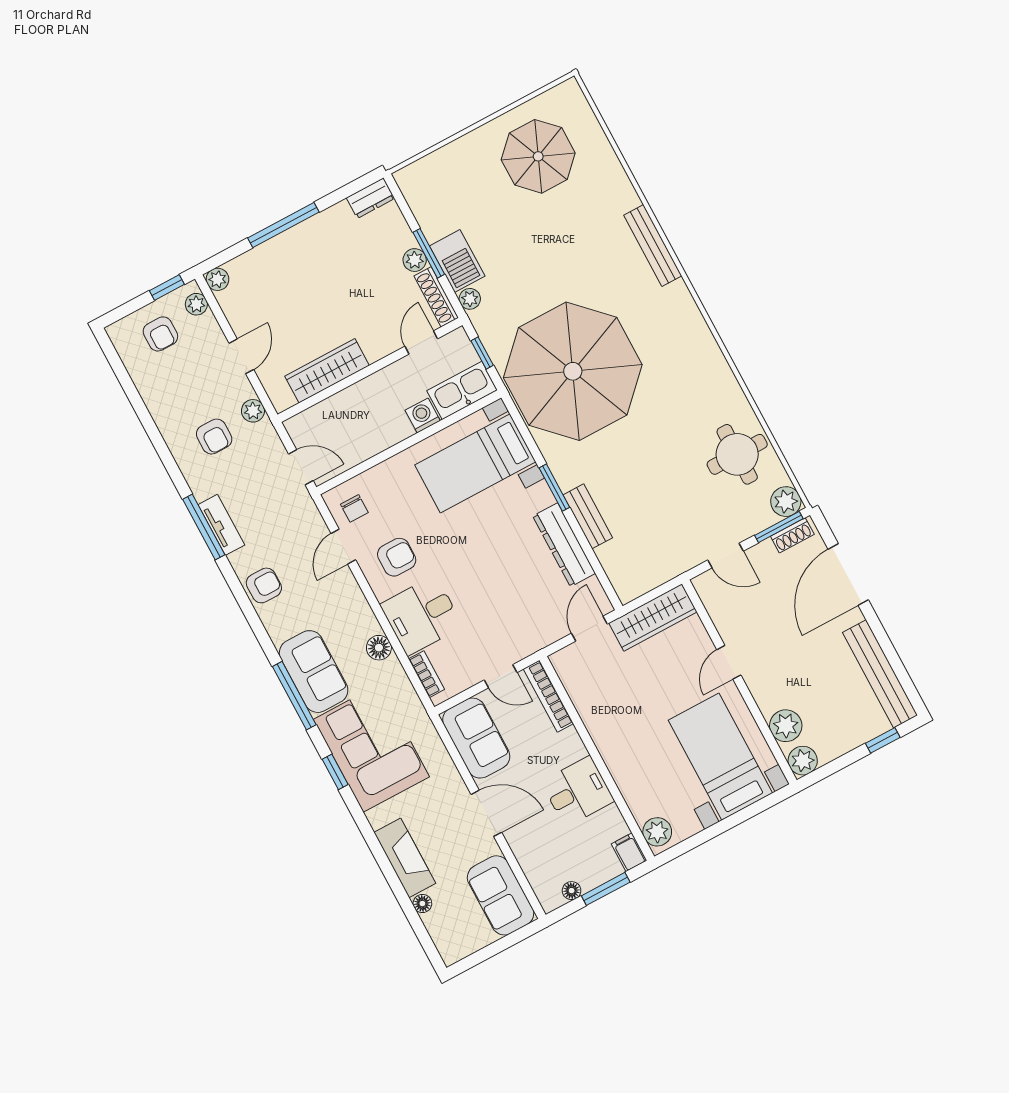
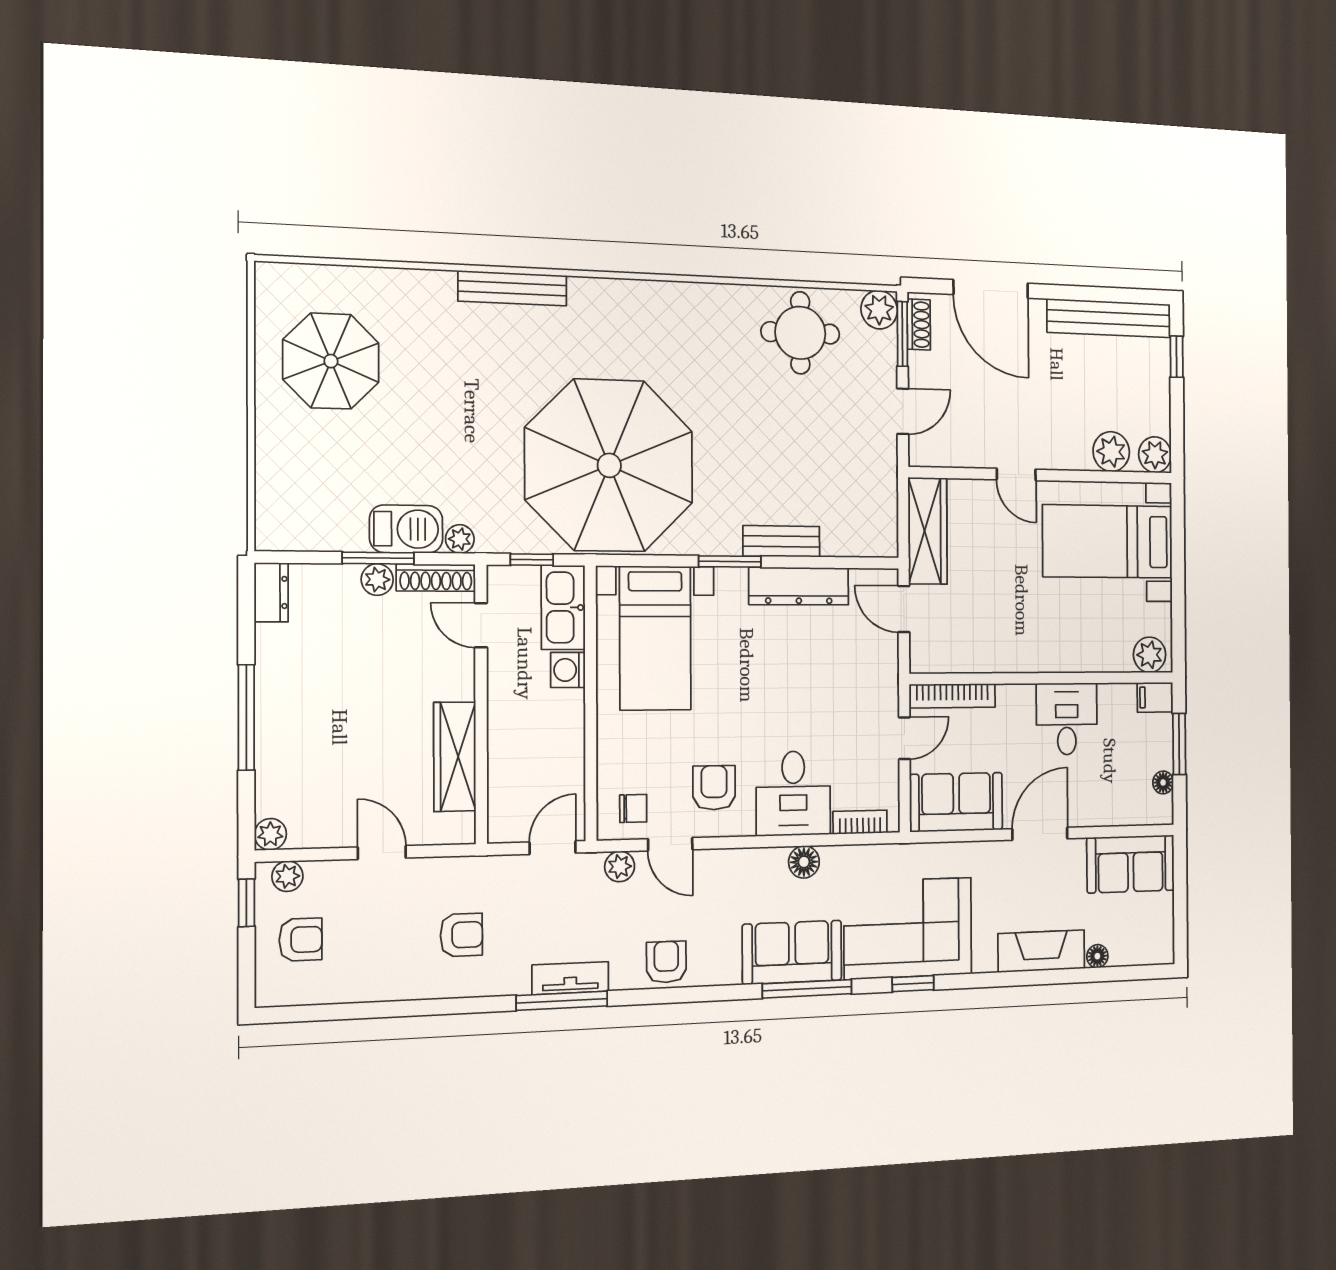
plant: (253, 411) -> (620, 866), moved

